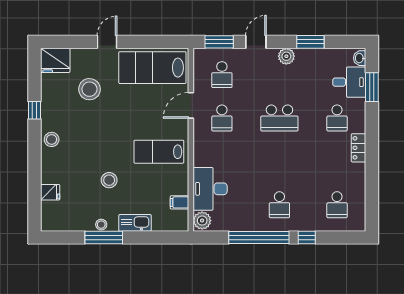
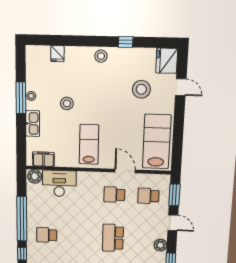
door: (107, 42) -> (181, 87), moved
filing cabinet: (179, 202) -> (43, 159), width x2.00

